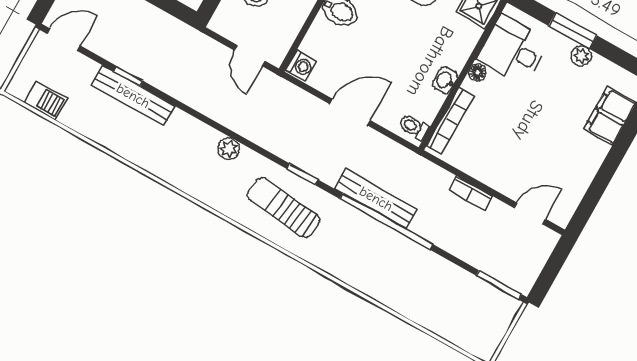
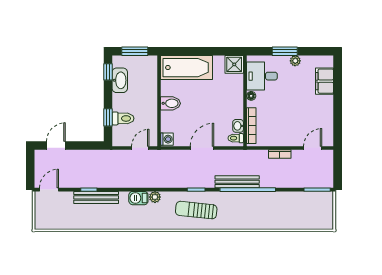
door: (250, 56) -> (140, 148), swing flipped
washbasin: (445, 80) -> (238, 126), moved
barbecue: (46, 101) -> (138, 198), moved, turned 180

